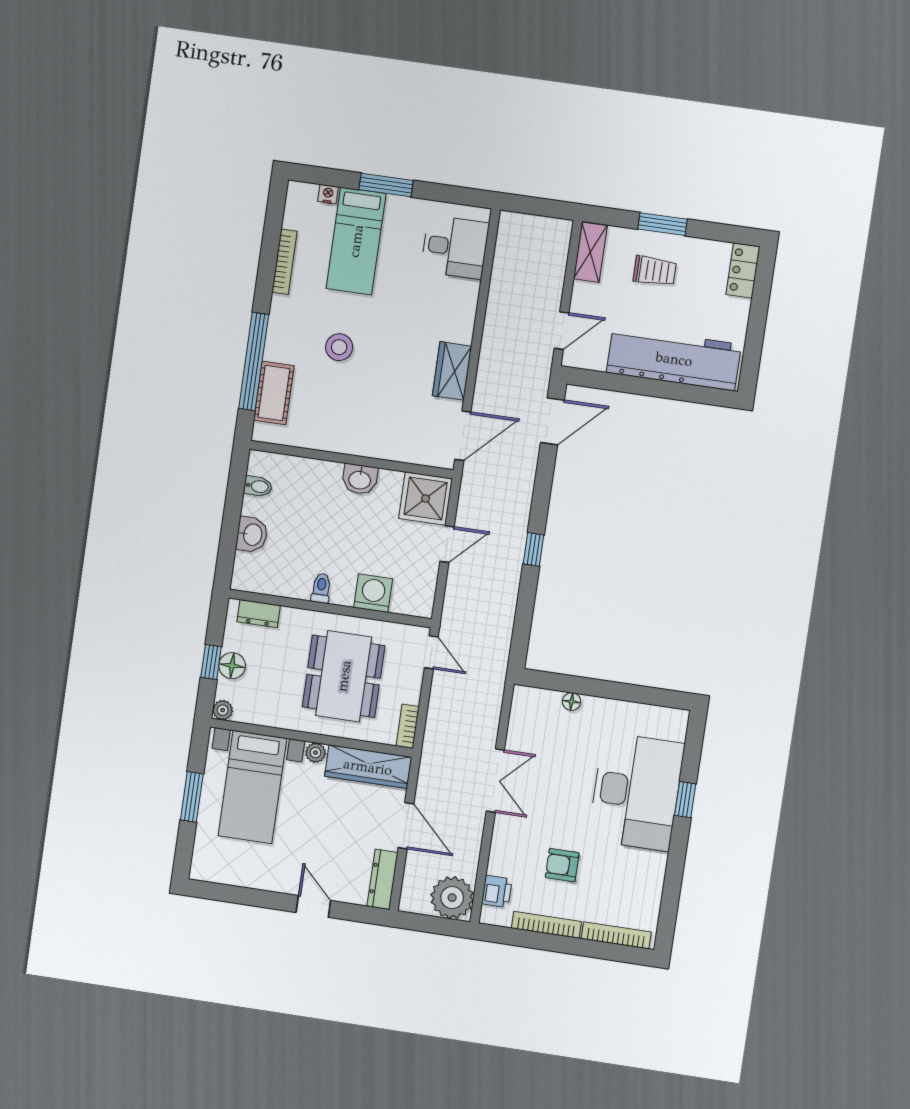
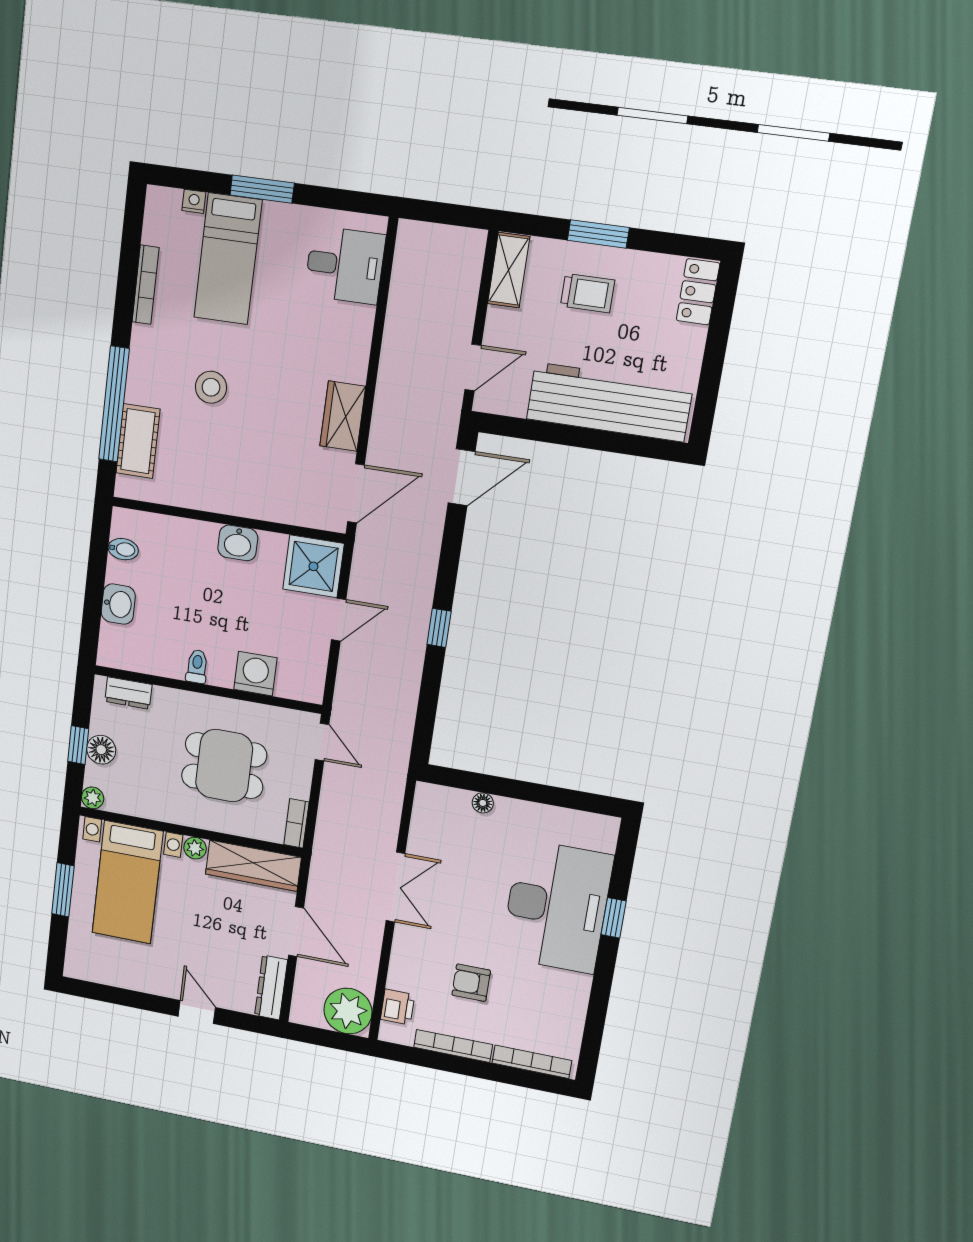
dining table: (344, 676) -> (224, 766), width x0.73

